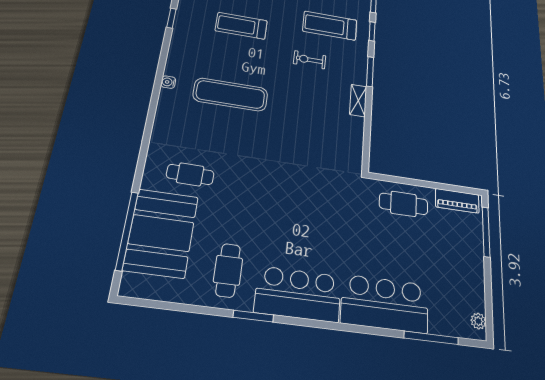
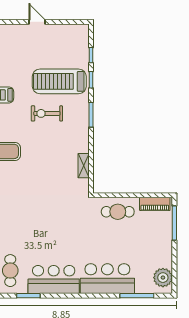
treadmill: (330, 26) -> (59, 81), width x1.37, depth x1.38
exercise bike: (310, 60) -> (47, 113), width x1.38, depth x1.39
shelving: (358, 101) -> (84, 166), moved
plant: (478, 321) -> (163, 278), width x1.88, depth x1.88

